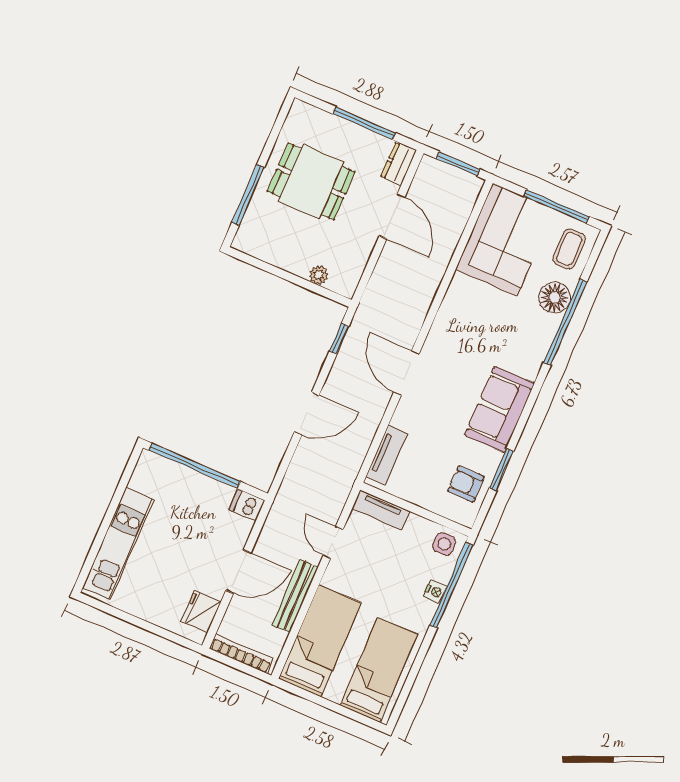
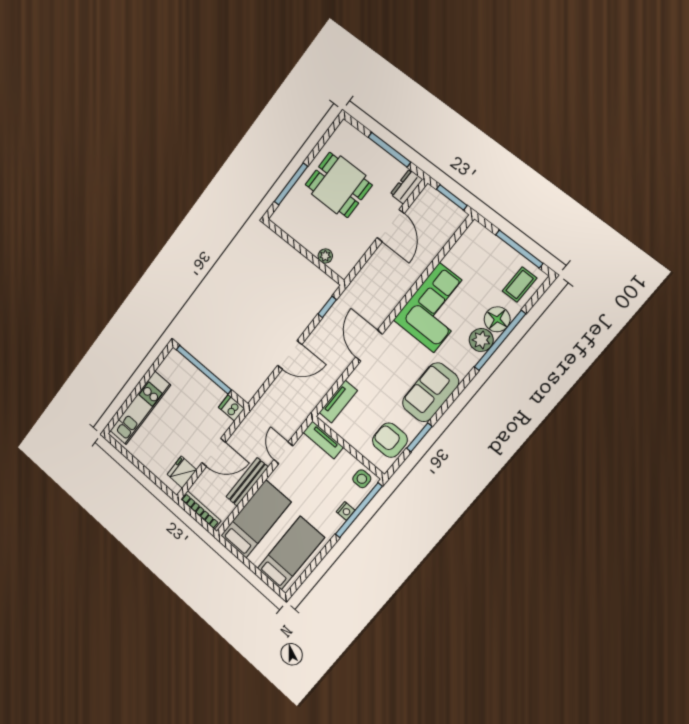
corner sofa: (505, 240) -> (436, 308), moved
plant: (543, 328) -> (481, 340), added
armchair: (466, 484) -> (390, 440), width x1.38, depth x1.38

